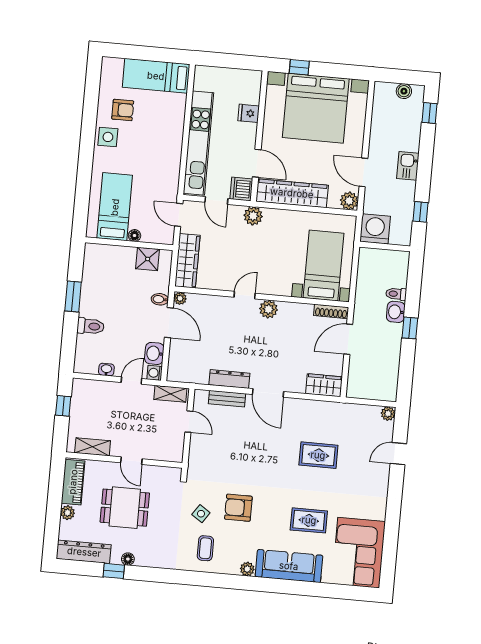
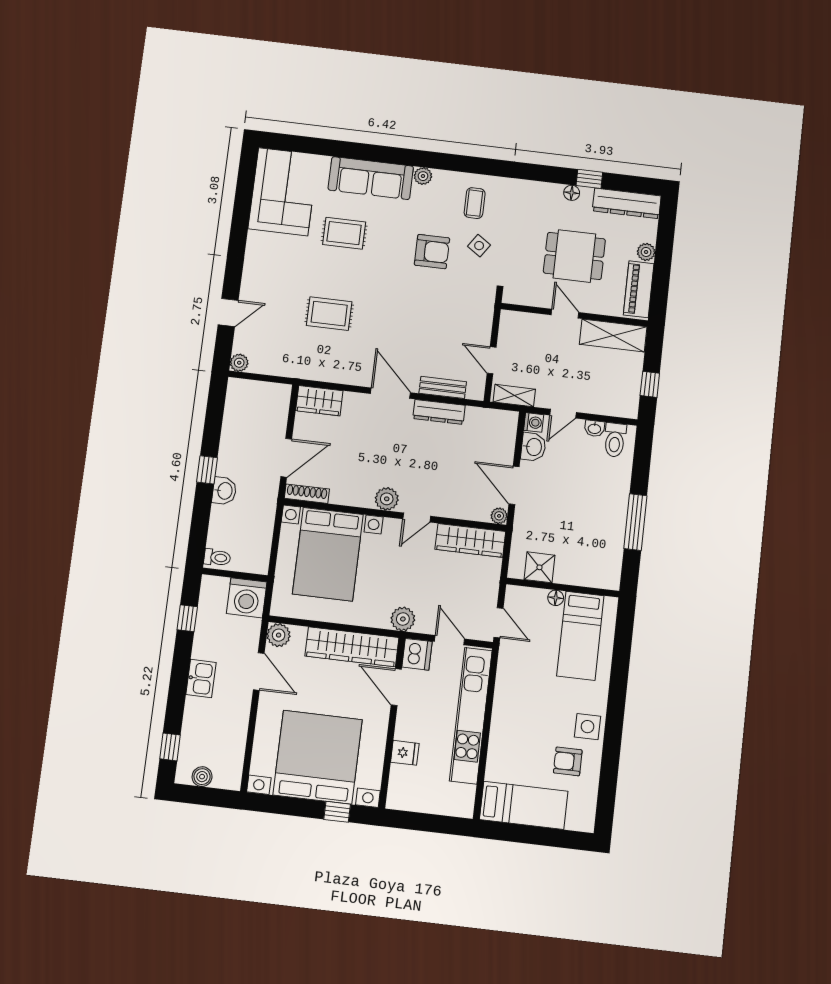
wardrobe: (187, 261) -> (470, 540), moved, turned -90
bed with nightstands: (323, 266) -> (328, 554), width x1.36
toilet: (396, 294) -> (217, 558), moved
window: (73, 296) -> (635, 522), width x1.44
bidet: (160, 299) -> (525, 515), removed
toilet: (91, 326) -> (615, 440), moved, turned -90
shelving: (93, 447) -> (613, 336), width x1.50, depth x1.33

